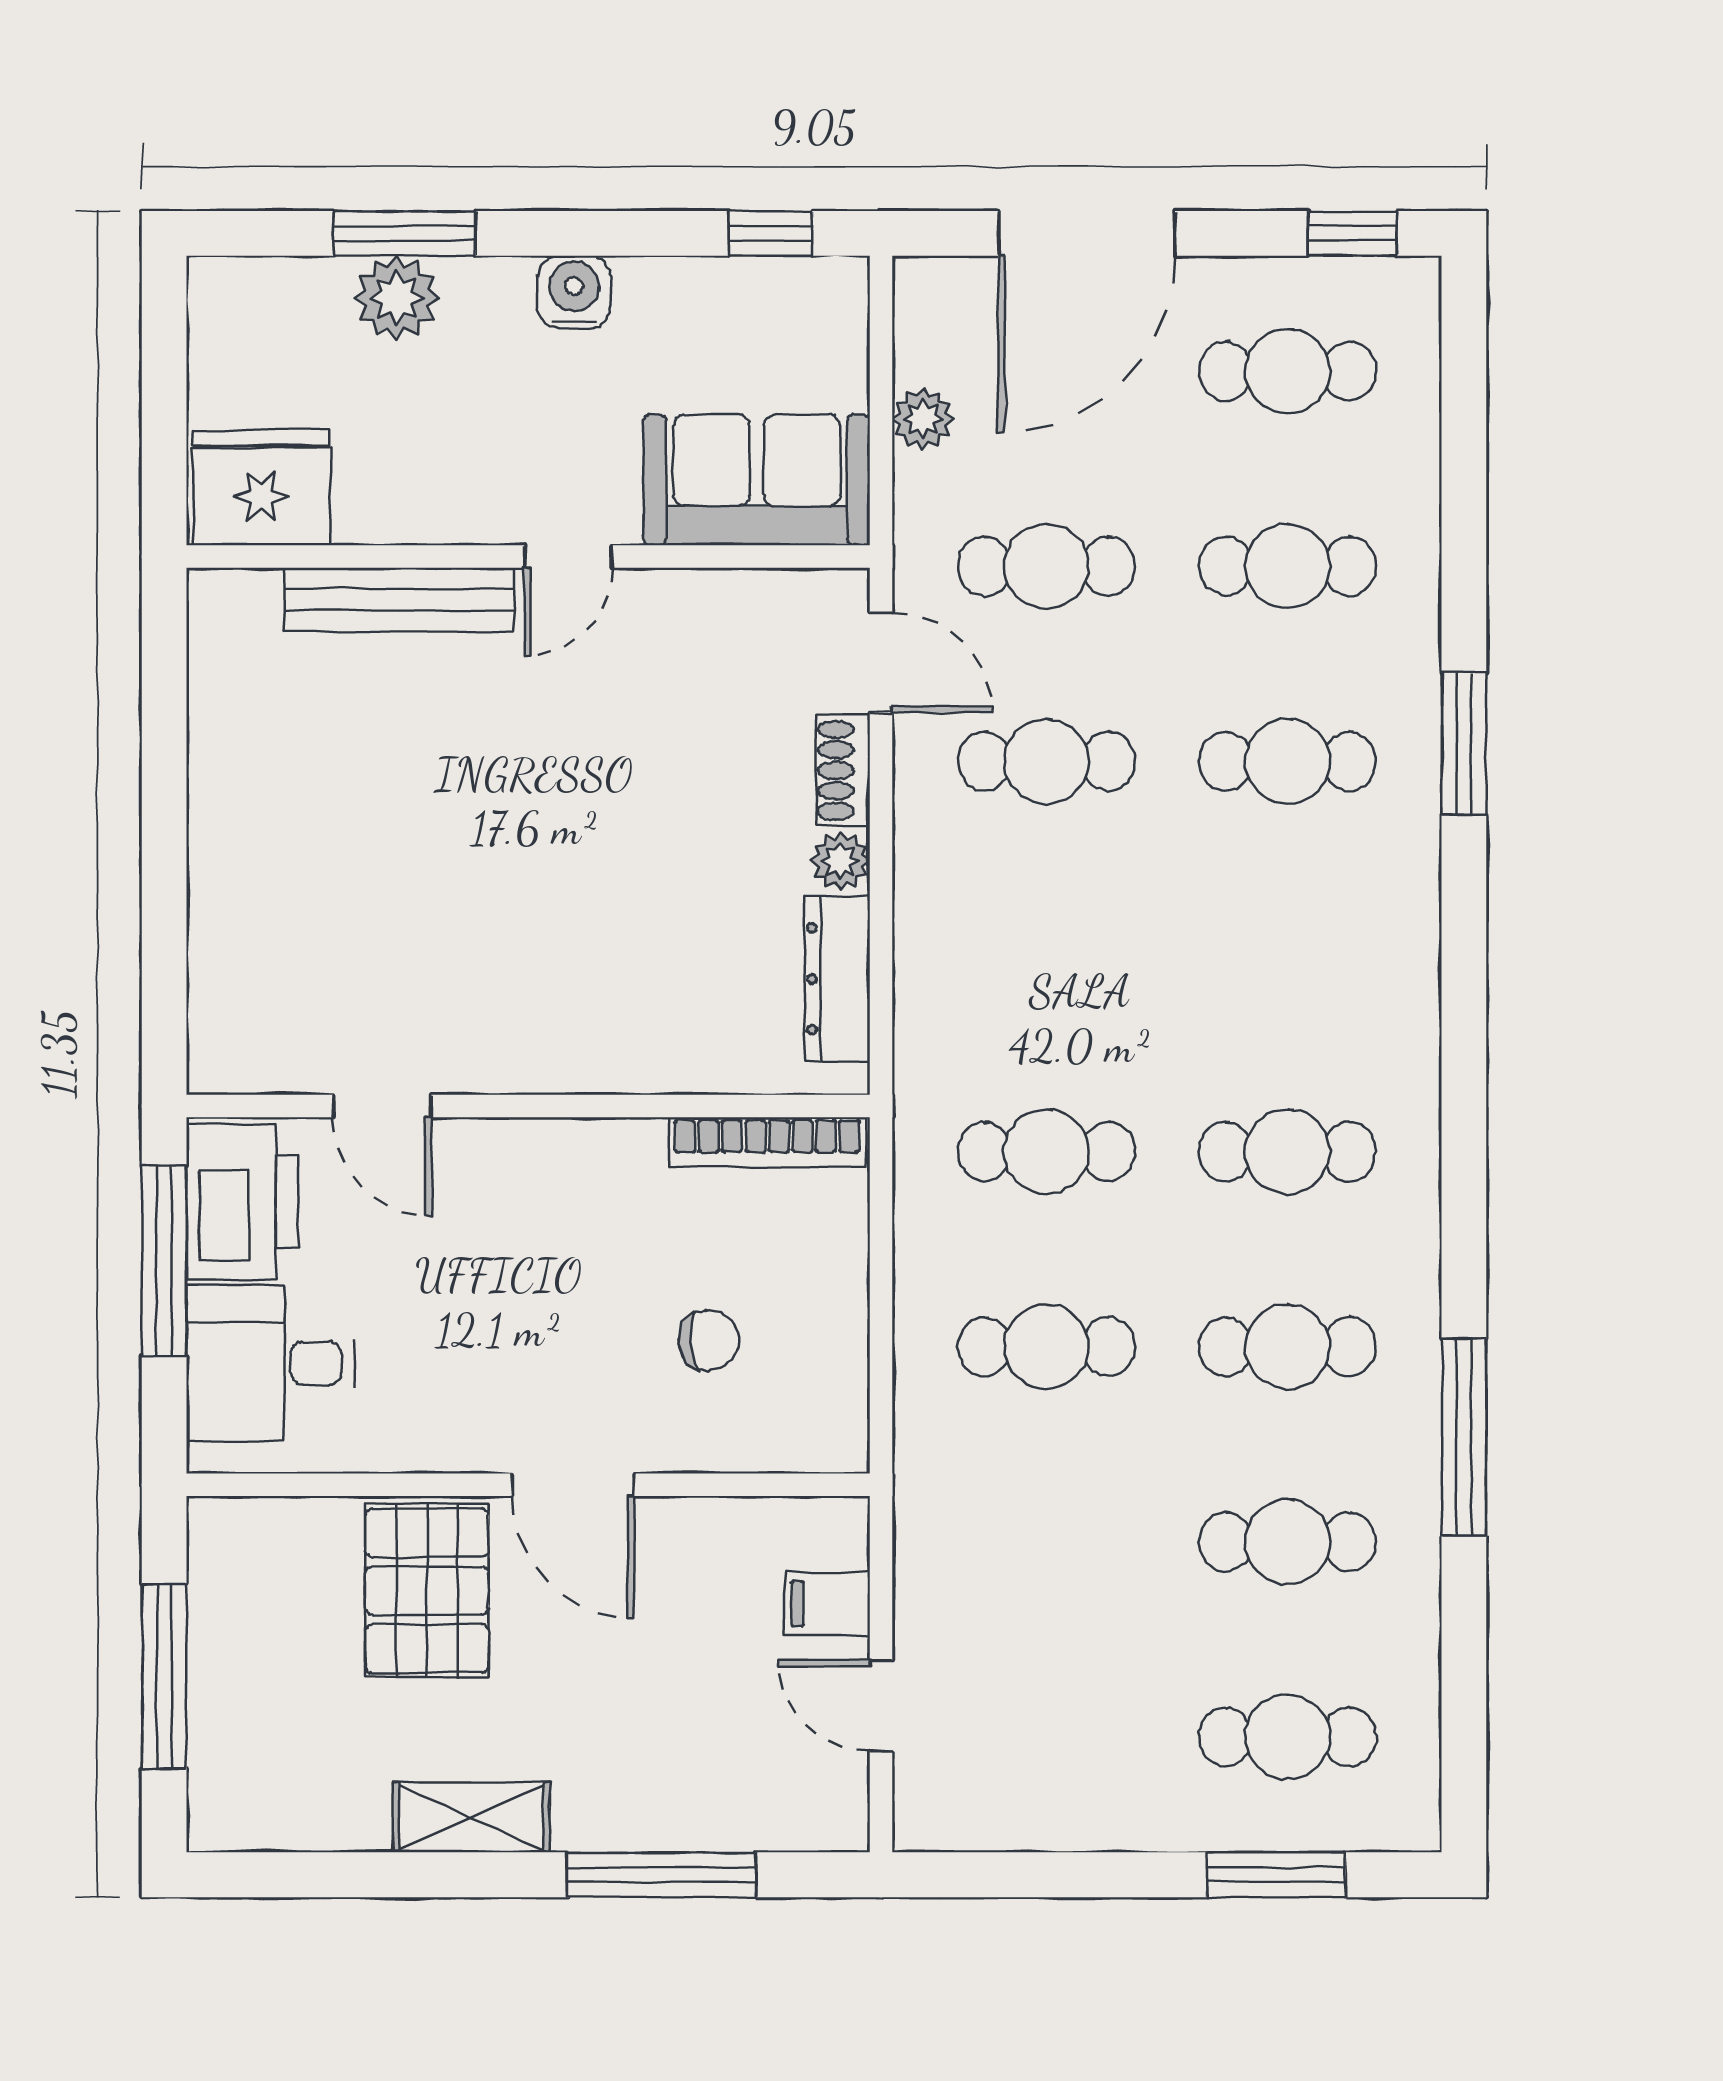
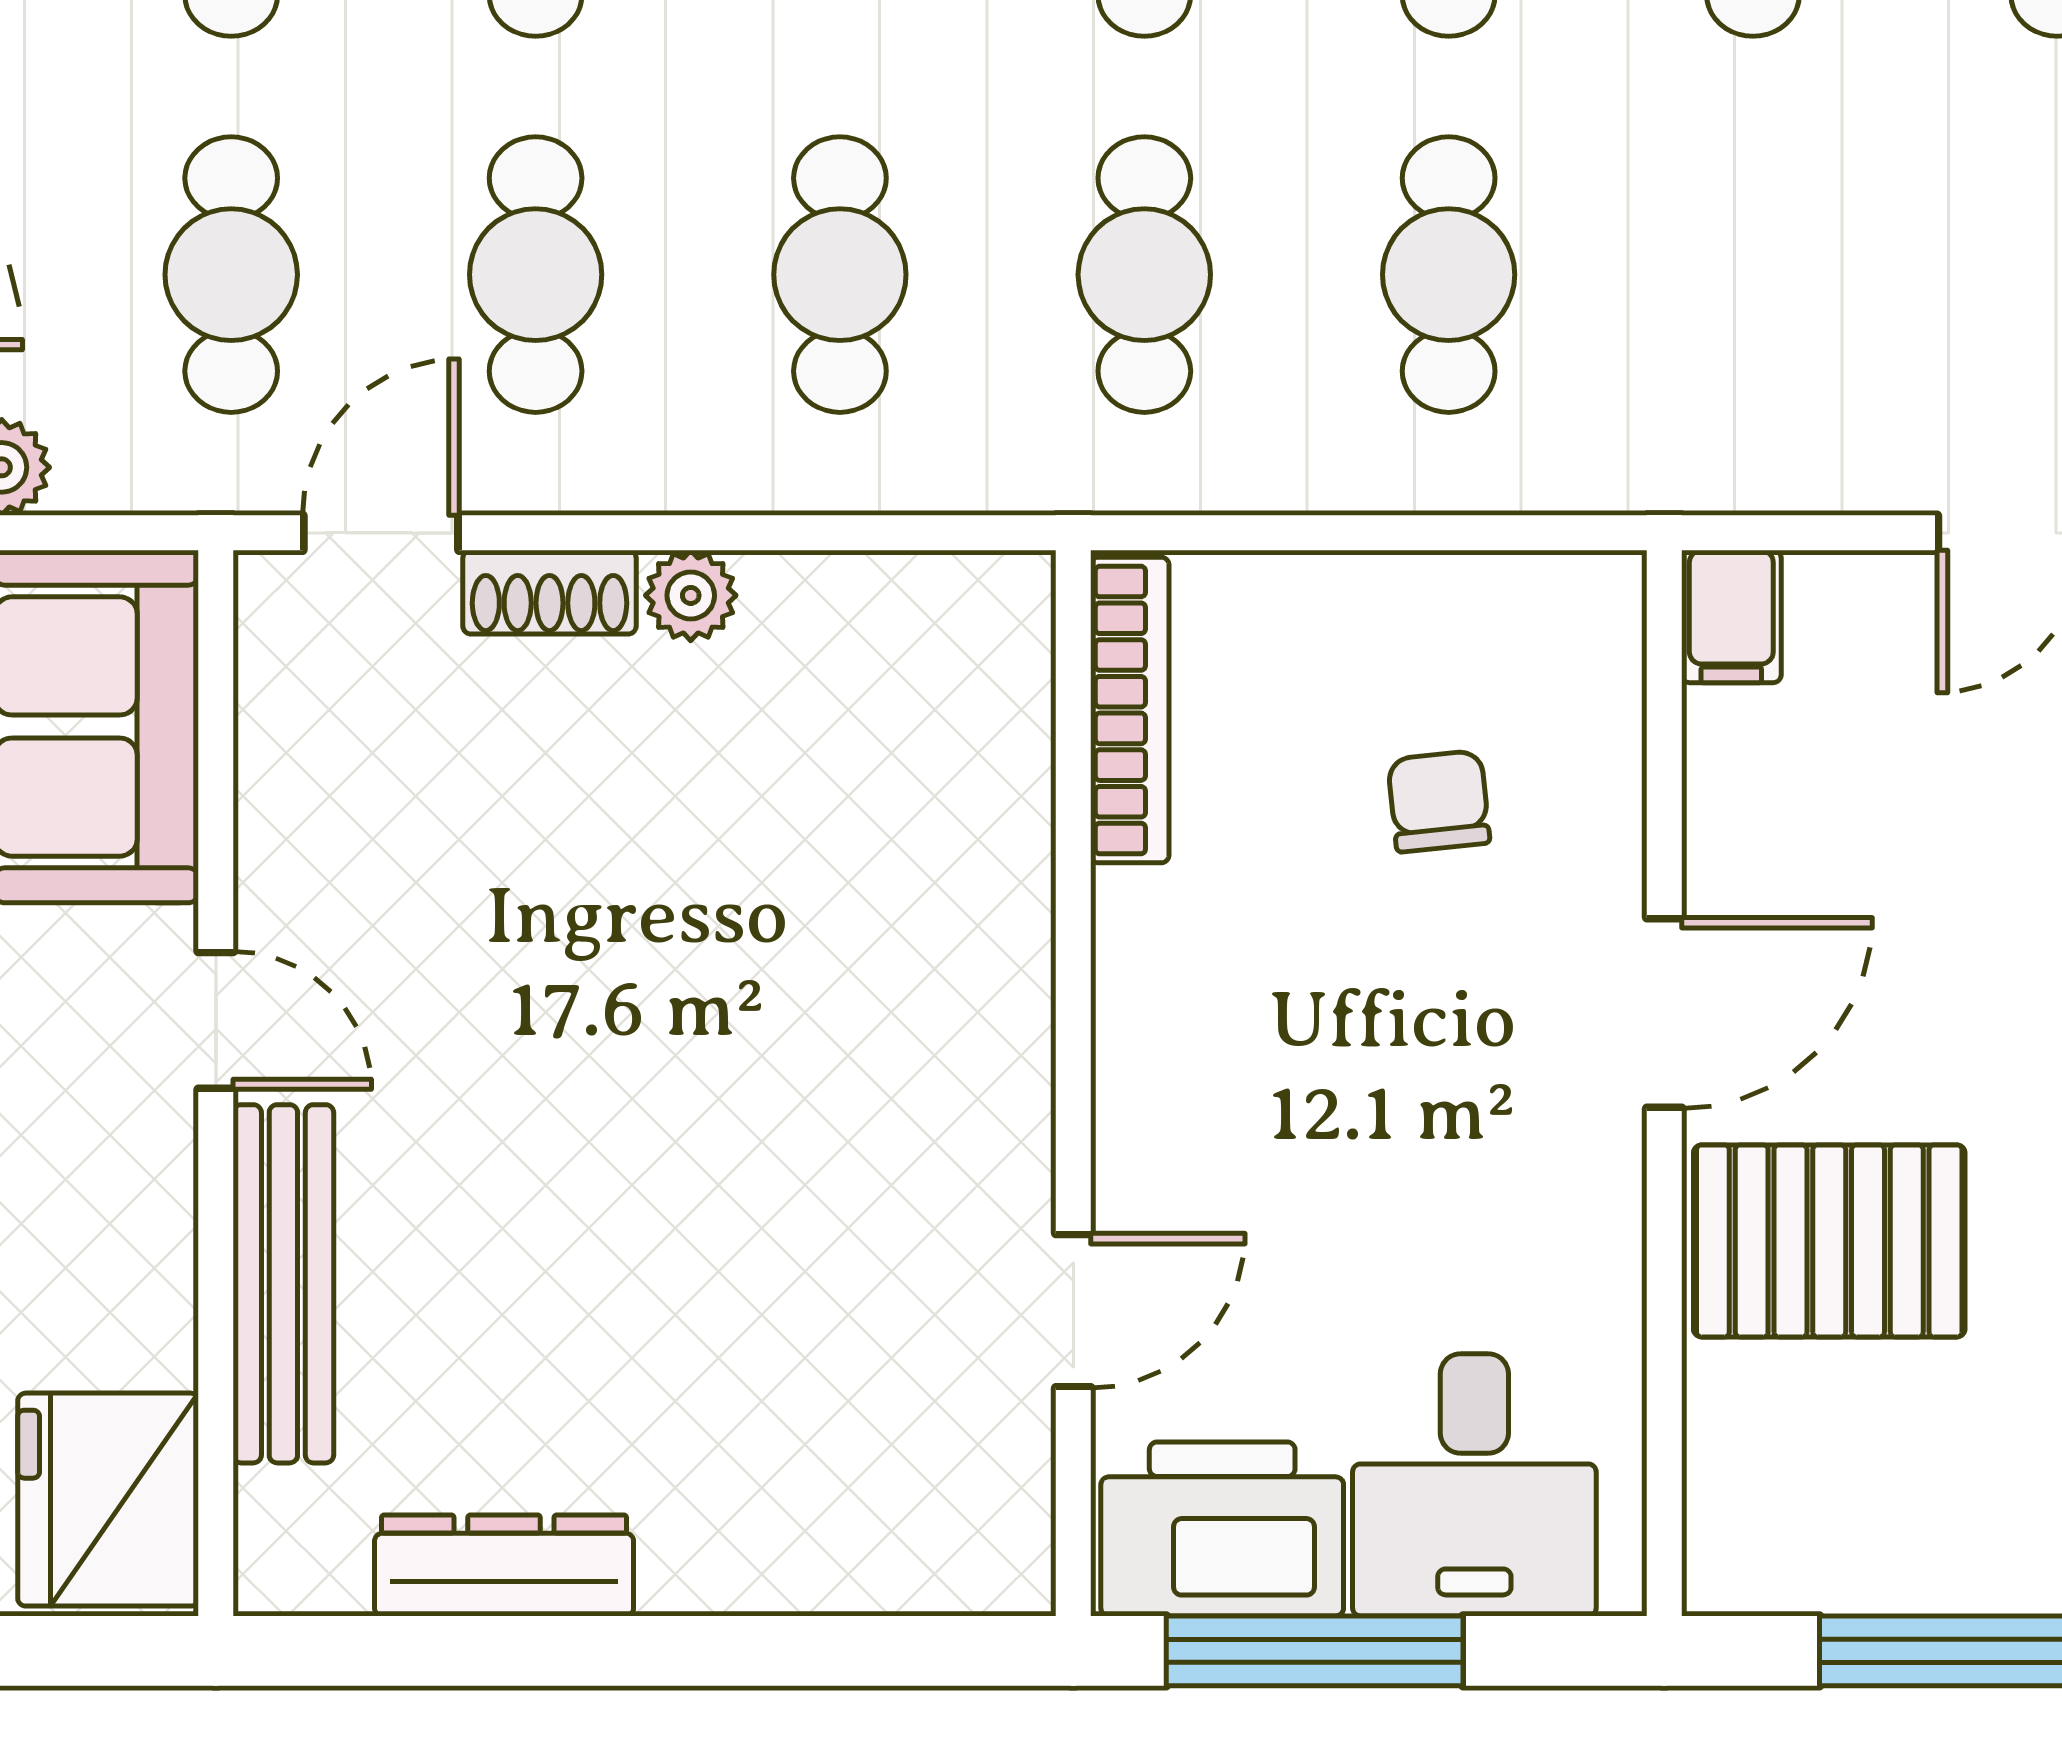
cafe table: (1046, 956) -> (840, 275), added
dresser: (837, 979) -> (504, 1565), moved, turned 180
filing cabinet: (827, 1604) -> (1731, 616), moved

